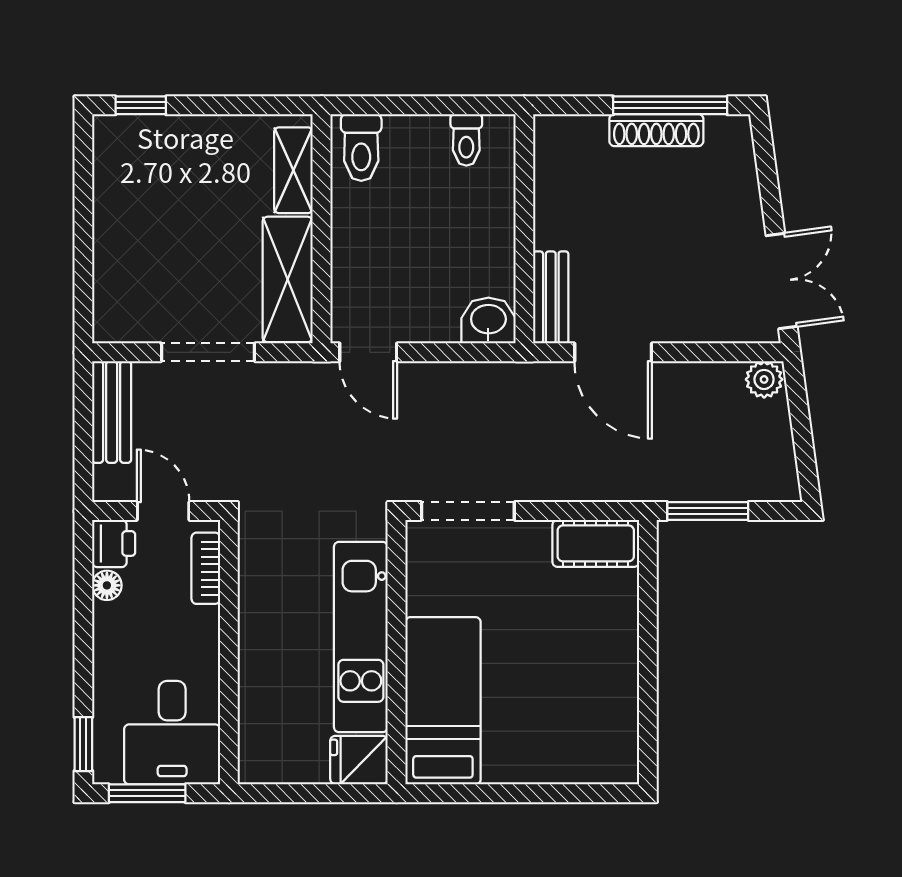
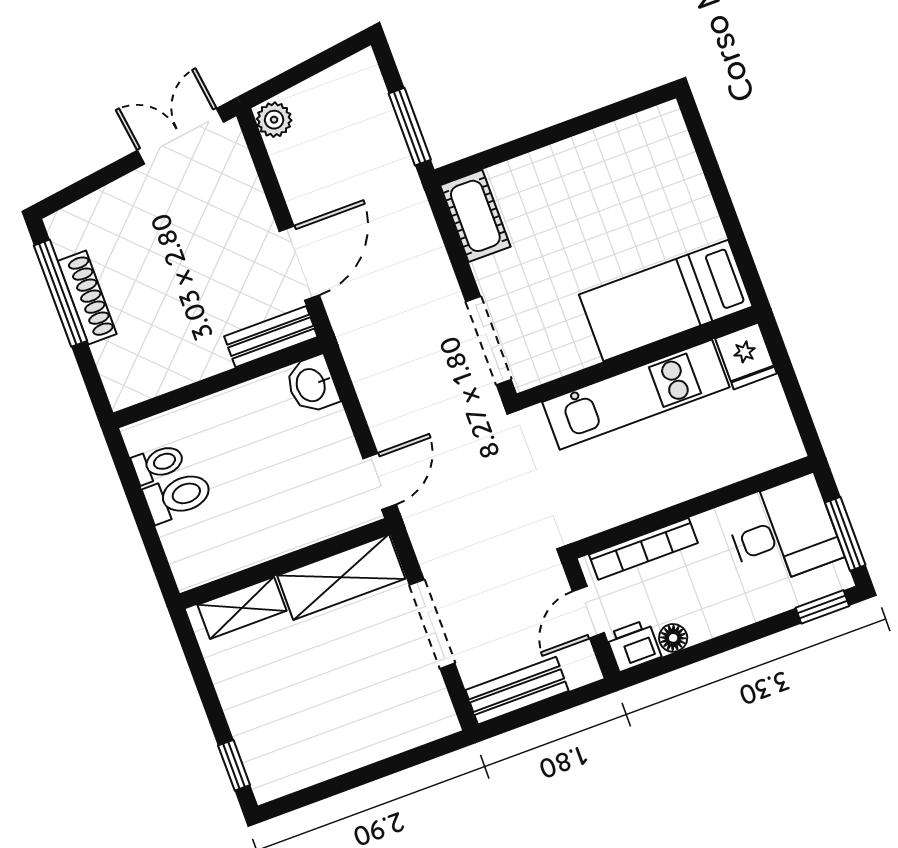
toilet: (361, 148) -> (178, 496), moved
bookcase: (206, 568) -> (643, 549), width x1.56

